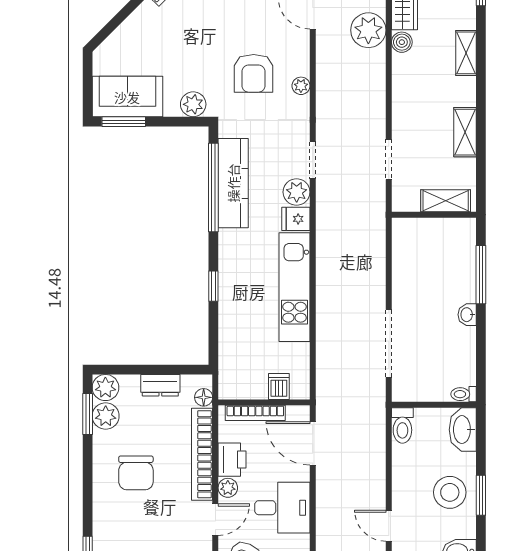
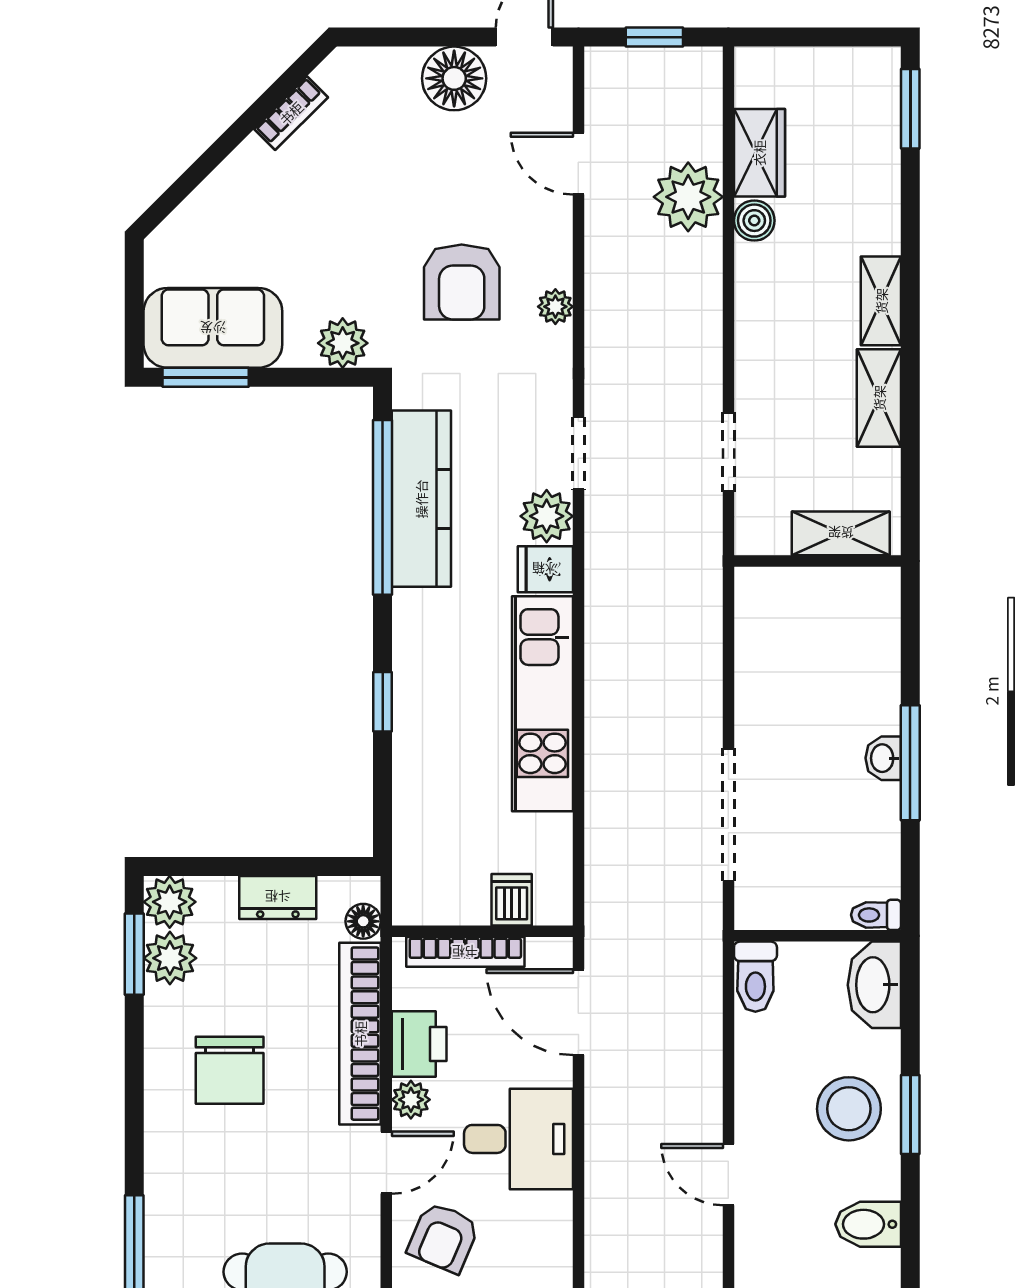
shelving: (466, 53) -> (881, 301), moved
window: (481, 275) -> (910, 763), moved

